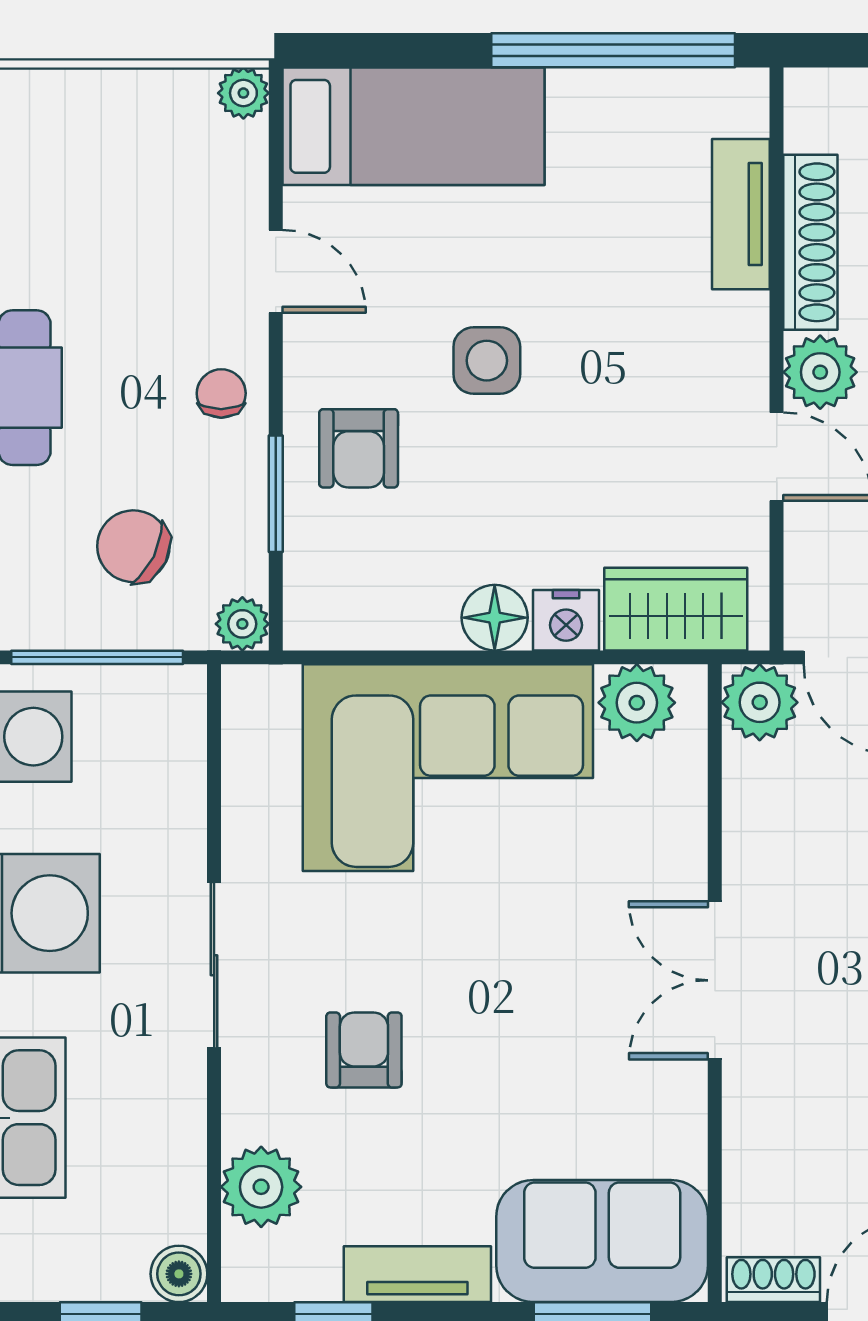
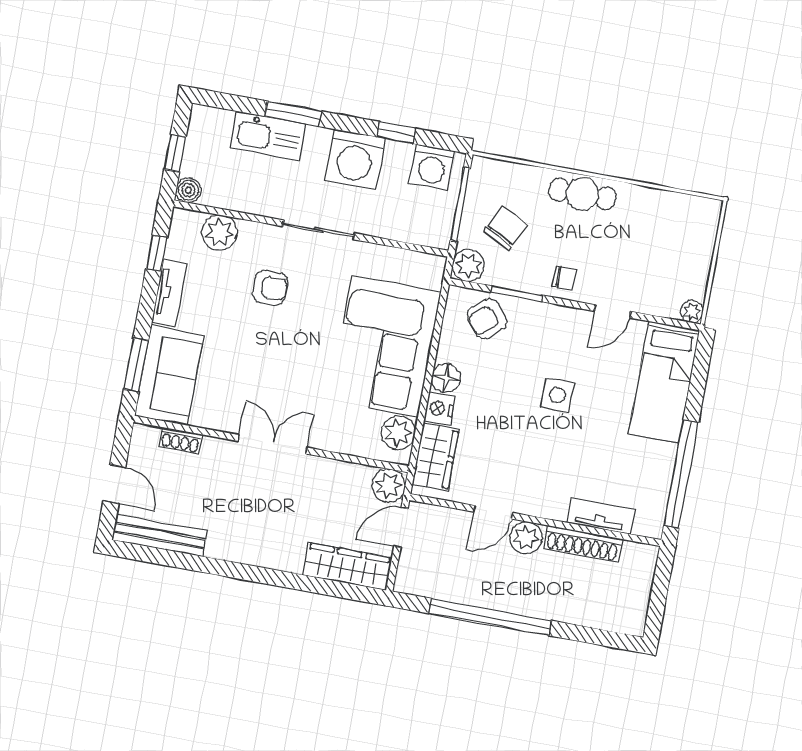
armchair: (359, 448) -> (487, 319), moved, turned -38
plant: (242, 624) -> (468, 265), width x1.38, depth x1.38
shoe rack: (773, 1280) -> (180, 440), moved, turned 90

